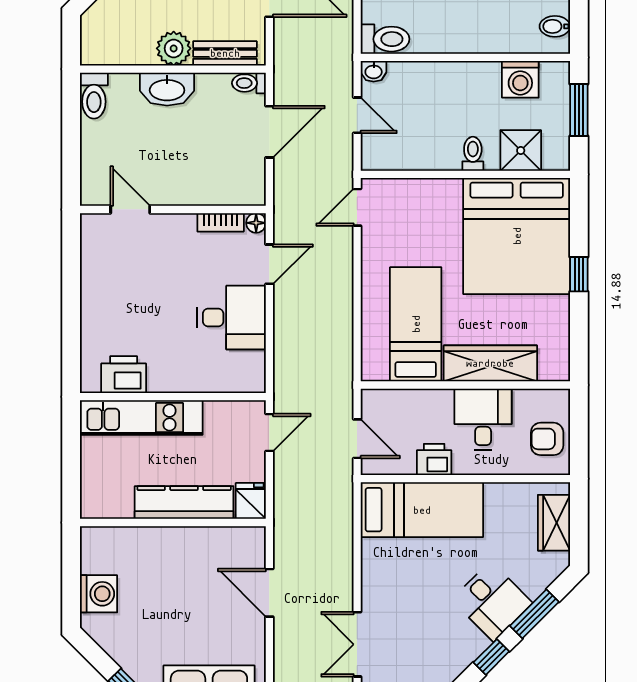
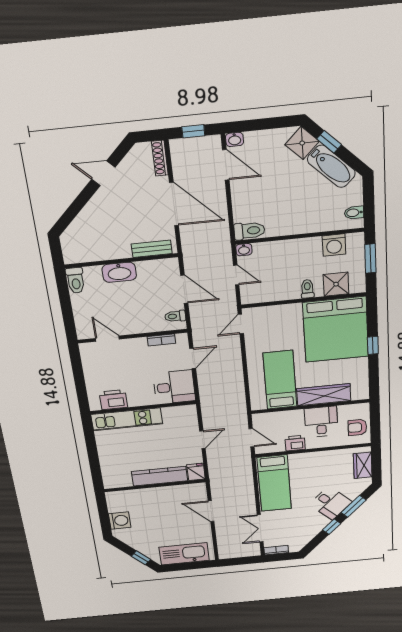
plant: (174, 48) -> (120, 249), removed
toilet: (249, 83) -> (175, 316), moved
door: (269, 132) -> (184, 289), hinge flipped
floor lamp: (256, 223) -> (182, 338), removed
printer: (124, 375) -> (113, 400), moved
wall: (173, 397) -> (143, 408), moved
kitchen unit: (141, 418) -> (127, 419), moved
bed: (422, 510) -> (274, 483), moved, turned 90

